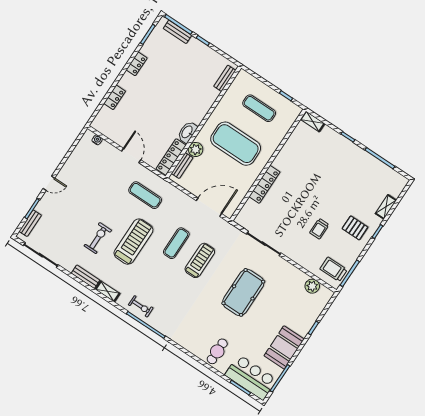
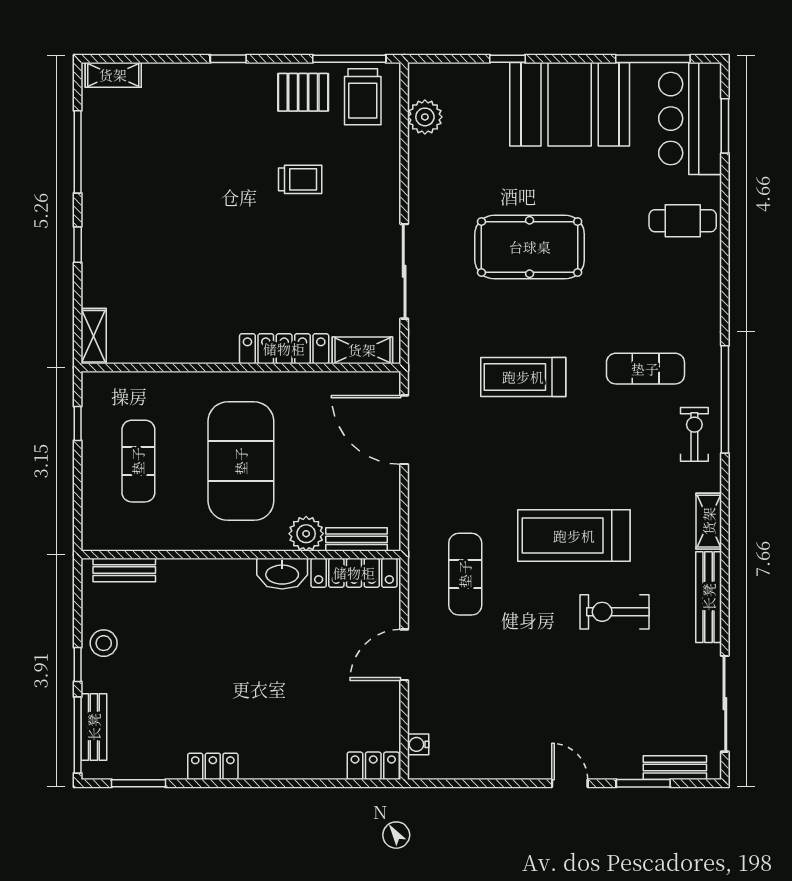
stool: (204, 54) -> (104, 643), added
locker: (115, 97) -> (373, 766), moved
shelving: (386, 207) -> (113, 75), moved
shelving: (246, 211) -> (362, 350), added
pallet: (355, 228) -> (303, 92), moved, turned 90
exercise mat: (176, 243) -> (645, 369), moved
bench: (86, 277) -> (709, 597), width x1.36
booth: (284, 347) -> (570, 104), width x1.36, depth x1.42

